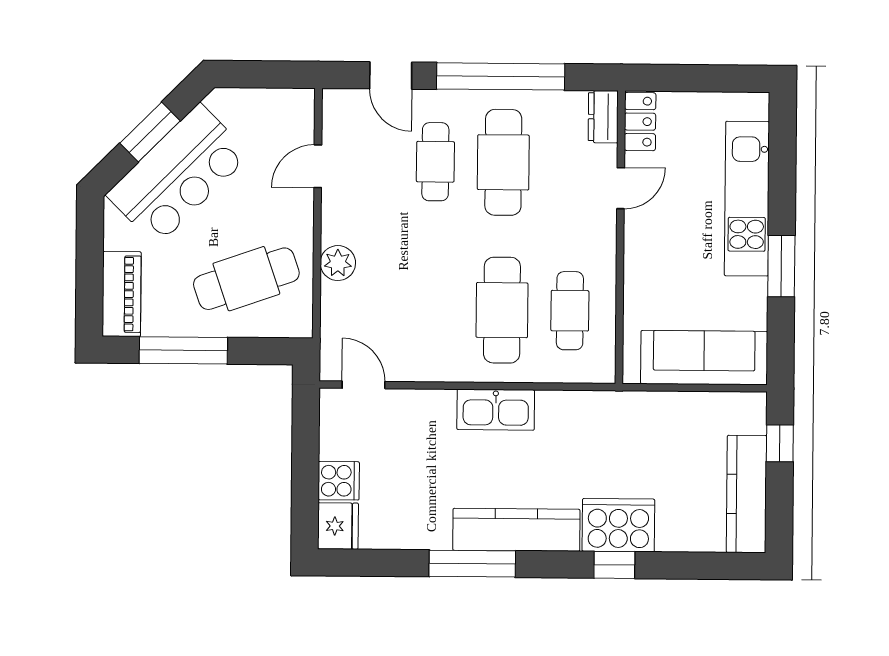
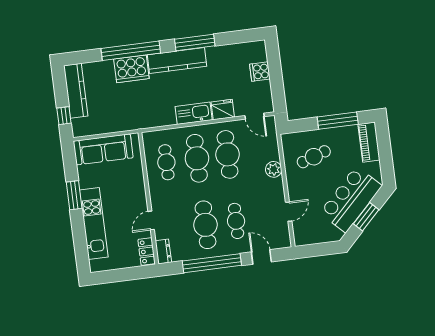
cafe table: (246, 279) -> (314, 157), width x0.73, depth x0.74
cafe table: (434, 310) -> (228, 154), added
fridge: (338, 526) -> (223, 110), moved, turned 90
window: (614, 565) -> (131, 51), width x3.17

